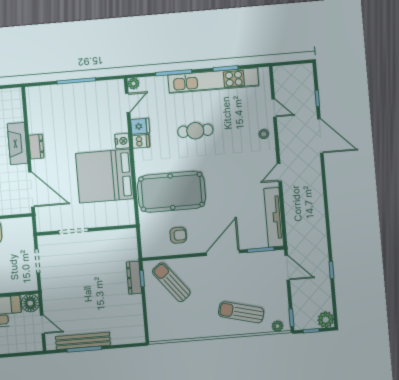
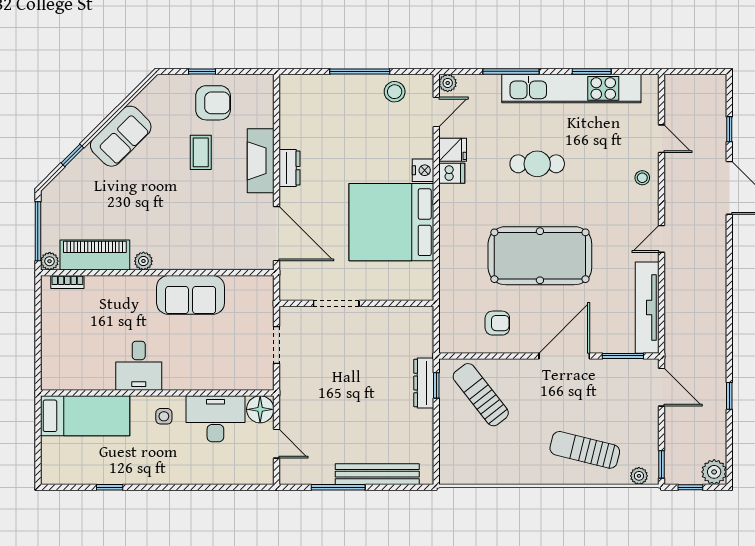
stool: (100, 92) -> (395, 92), added
pool table: (171, 192) -> (540, 256), moved
bench: (83, 341) -> (377, 474), moved

